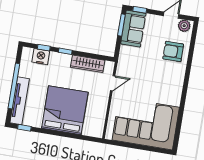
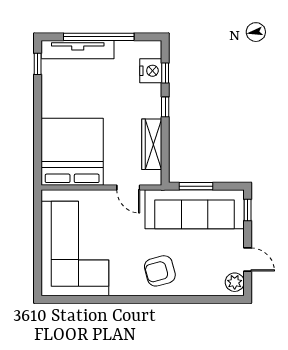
window: (121, 25) -> (196, 186), moved
sofa: (133, 29) -> (195, 209), width x1.85, depth x1.27
armchair: (173, 51) -> (160, 271), moved, turned -105
bed: (65, 110) -> (72, 152), moved, turned -90

